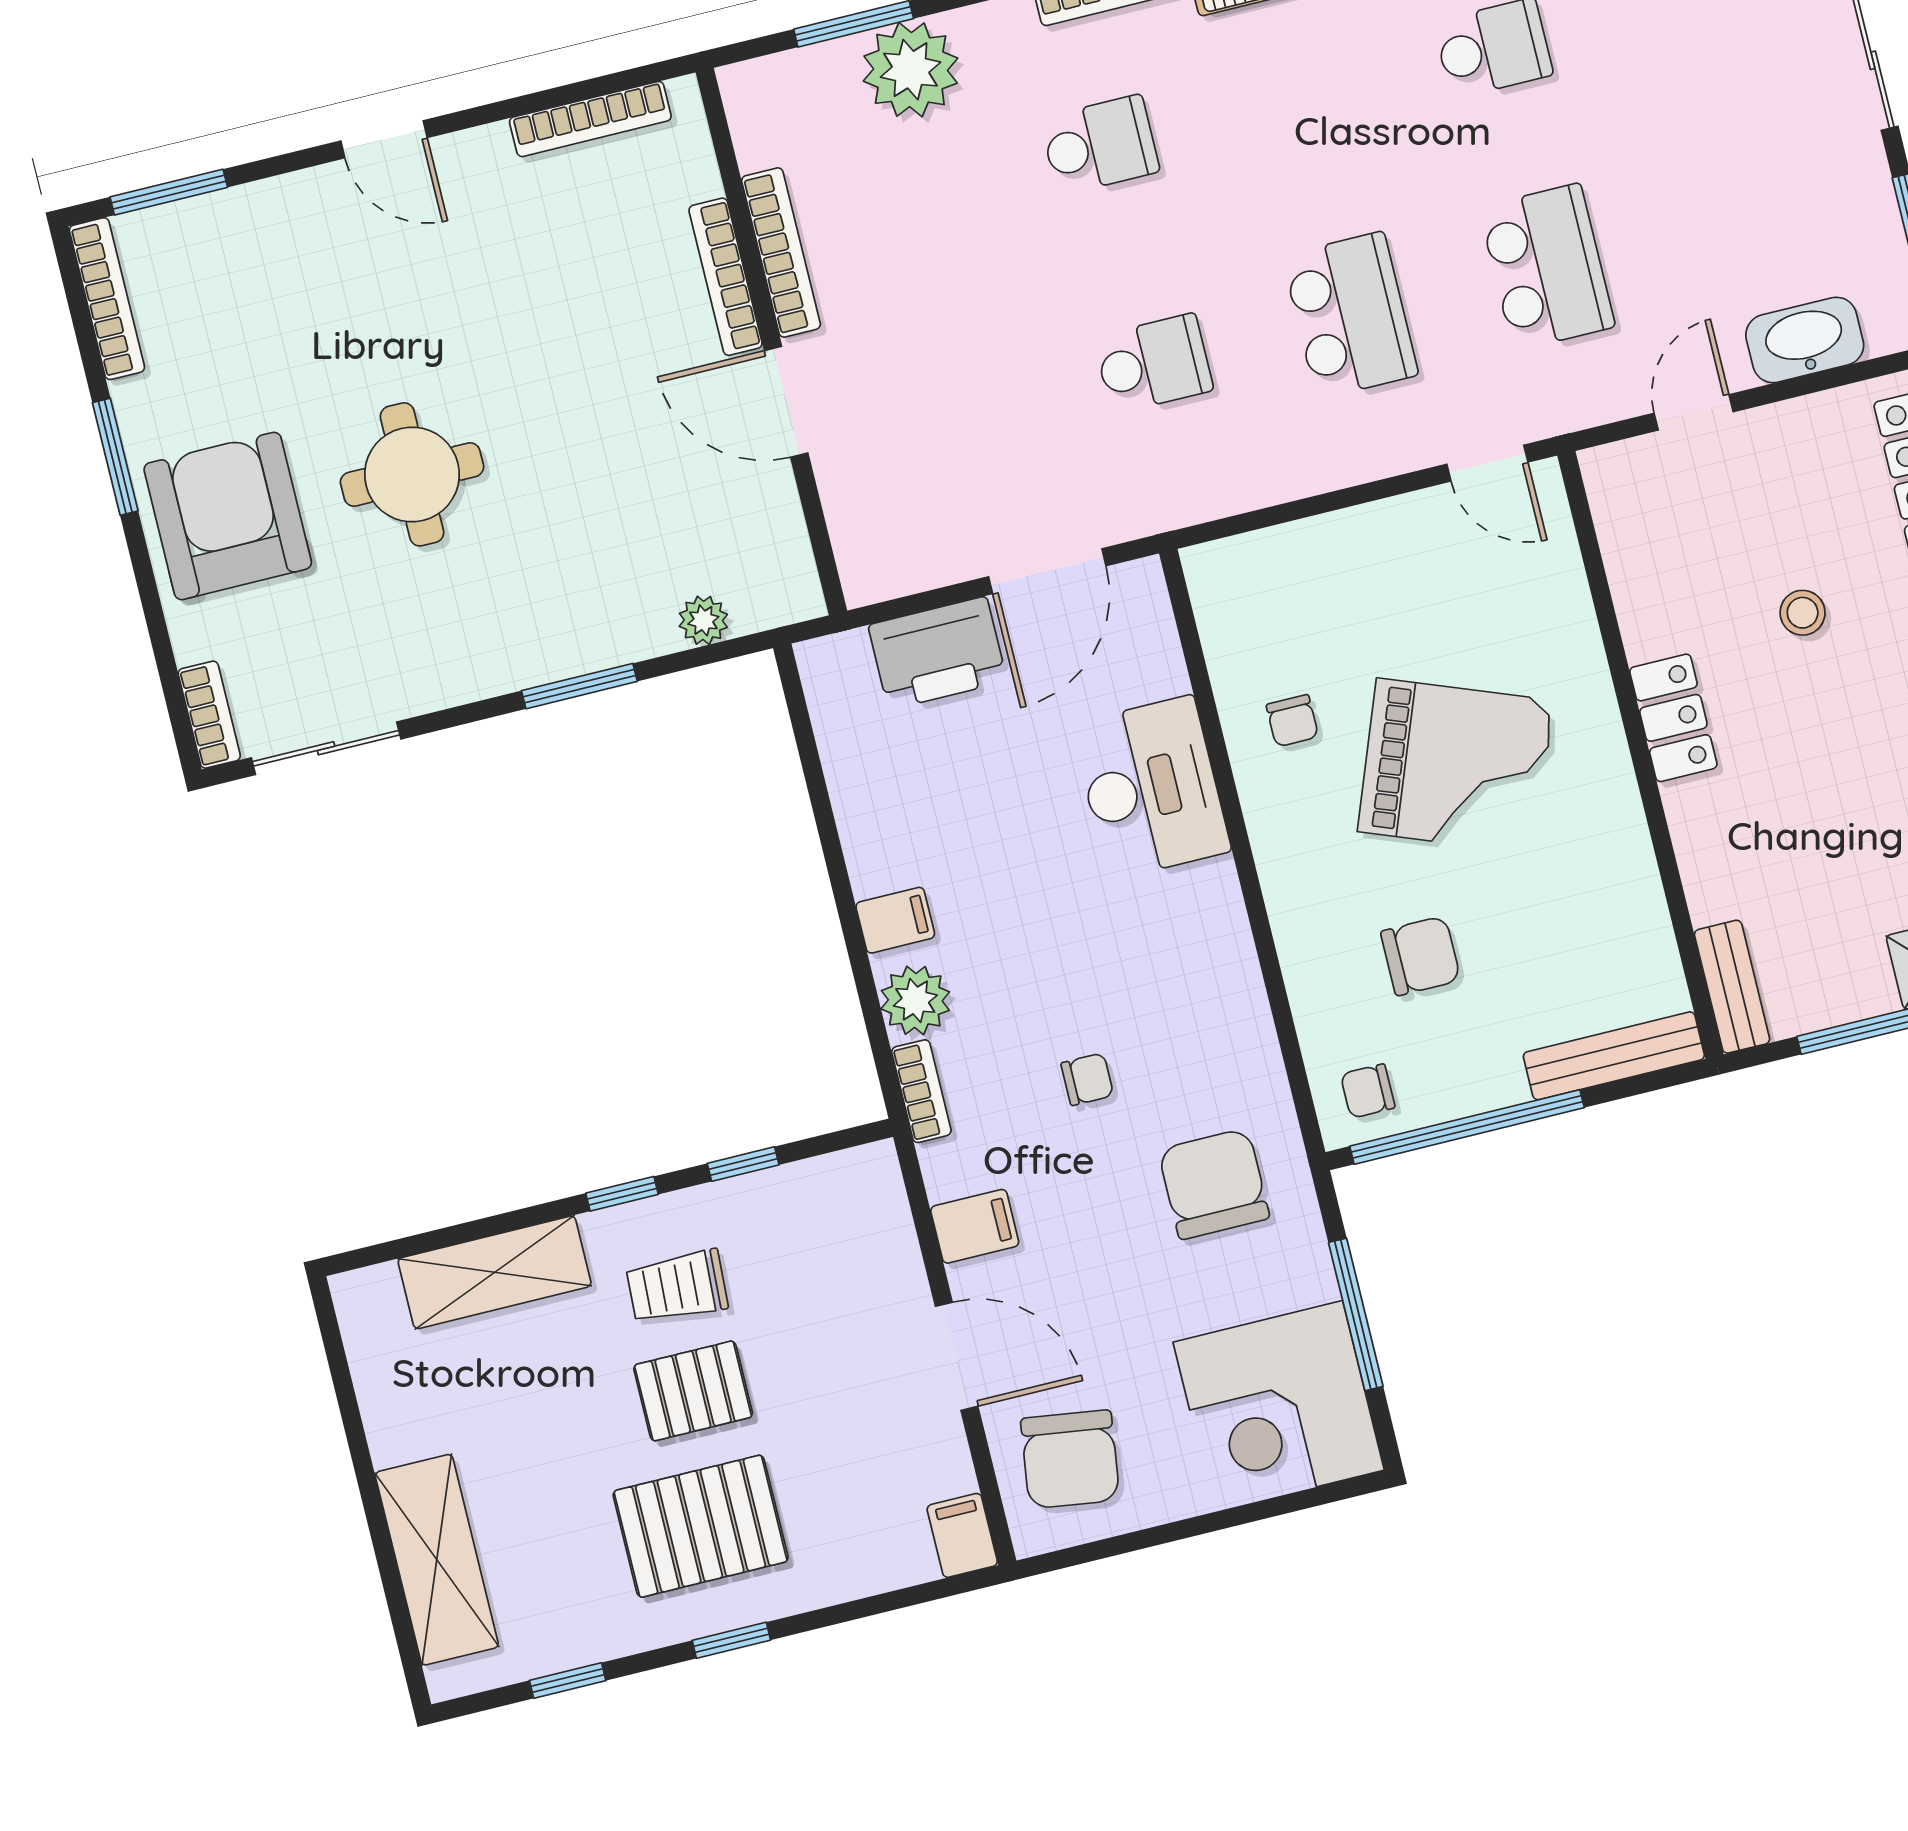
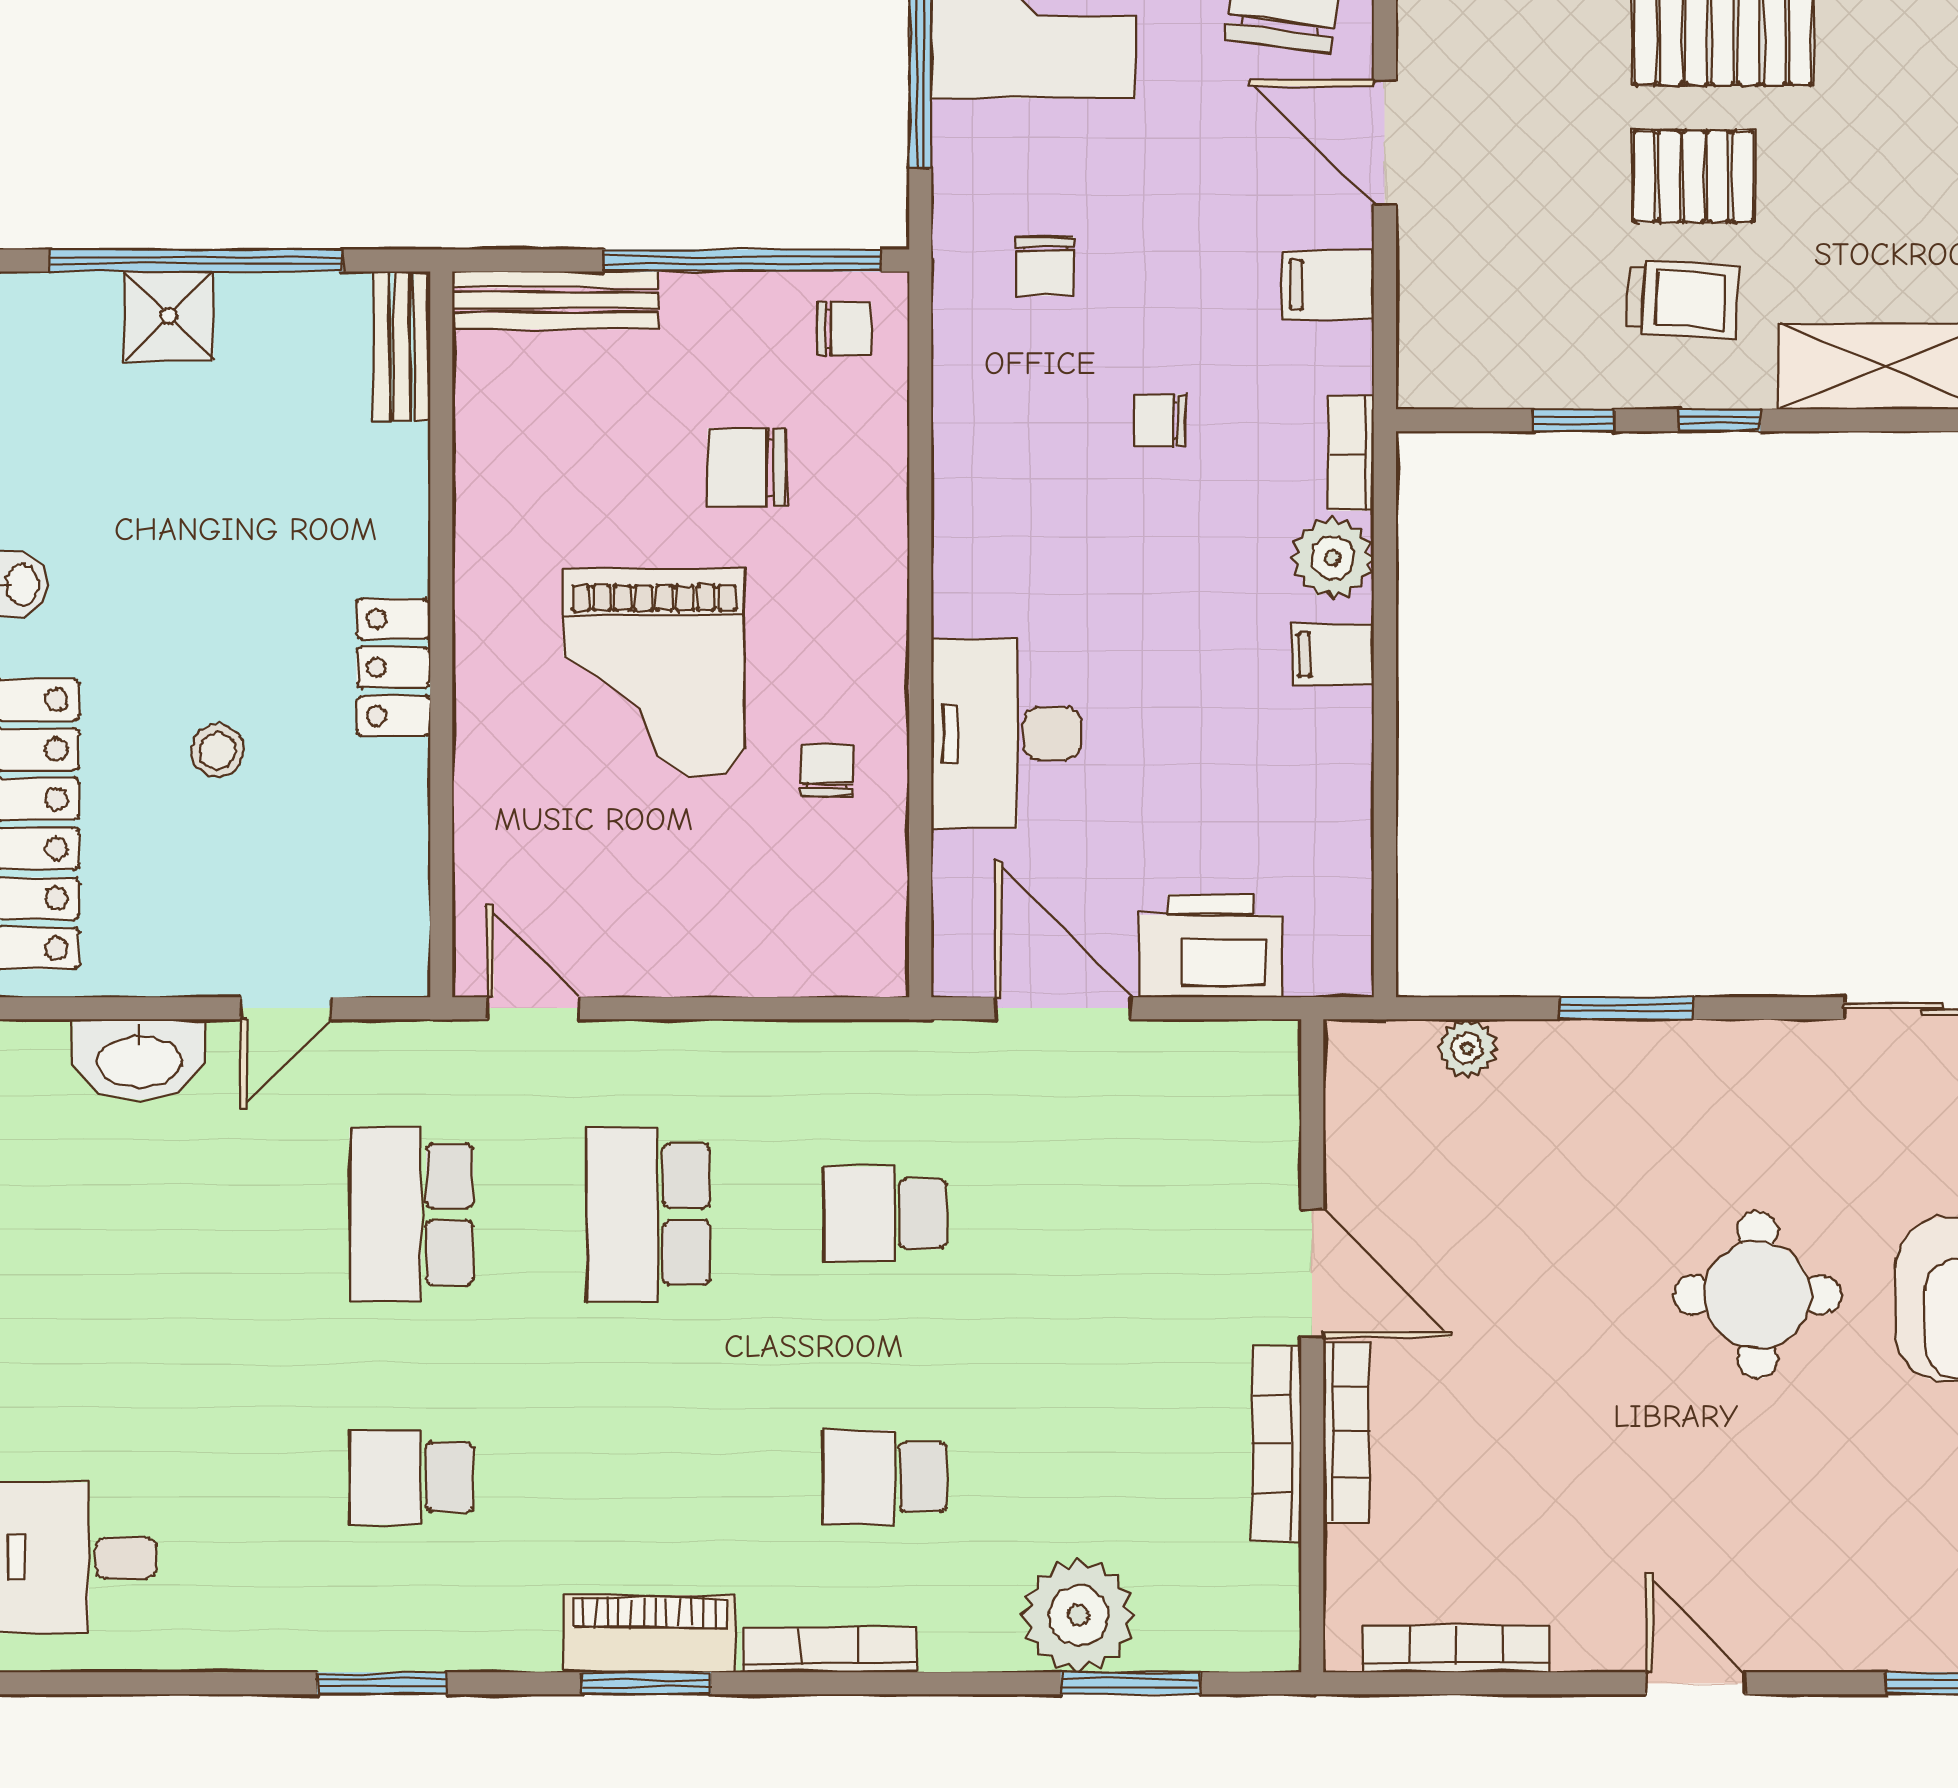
door: (1047, 571) -> (1063, 1008), hinge flipped
grand piano: (1456, 766) -> (654, 673), turned -111
chair: (1214, 1184) -> (1045, 266), width x0.54, depth x0.54

